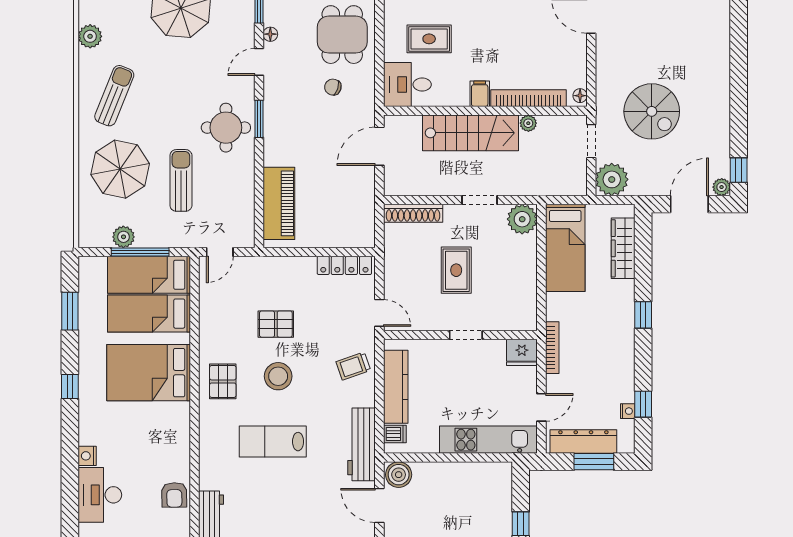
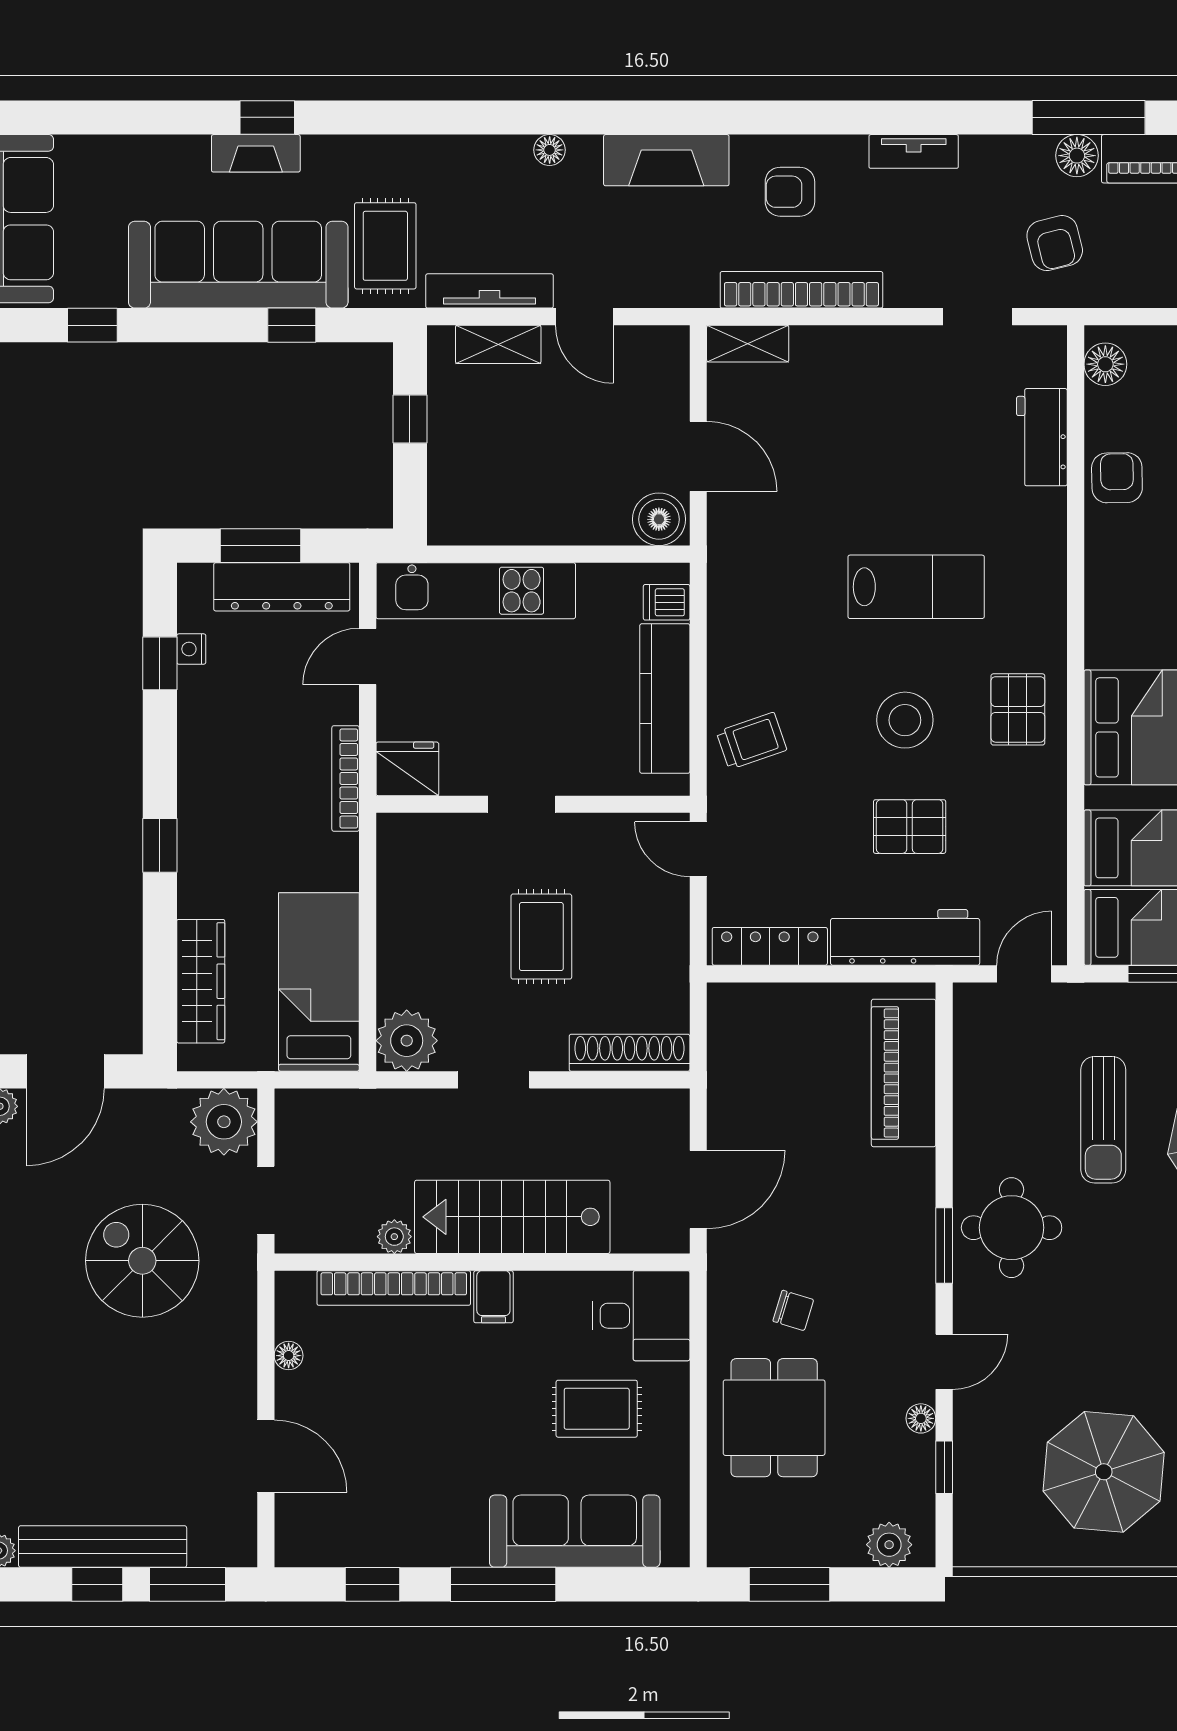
floor lamp: (580, 96) -> (289, 1356), moved
workbench: (362, 444) -> (905, 937), moved, turned -90

